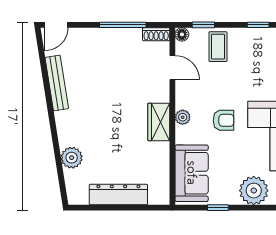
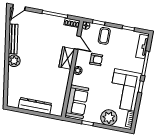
armchair: (223, 120) -> (96, 60), moved
wardrobe: (159, 122) -> (67, 58), moved
plant: (72, 158) -> (14, 61), moved

